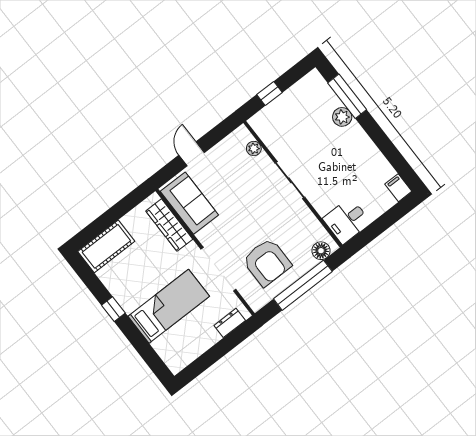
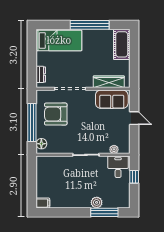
desk: (347, 221) -> (118, 167), moved
bed: (169, 306) -> (59, 40), moved, turned -90
window: (113, 309) -> (90, 25), width x3.17

